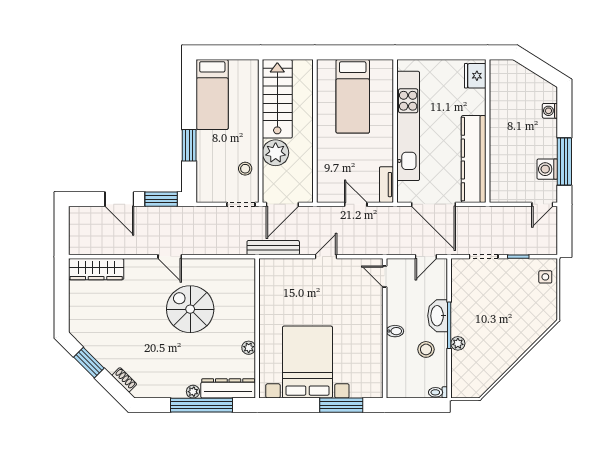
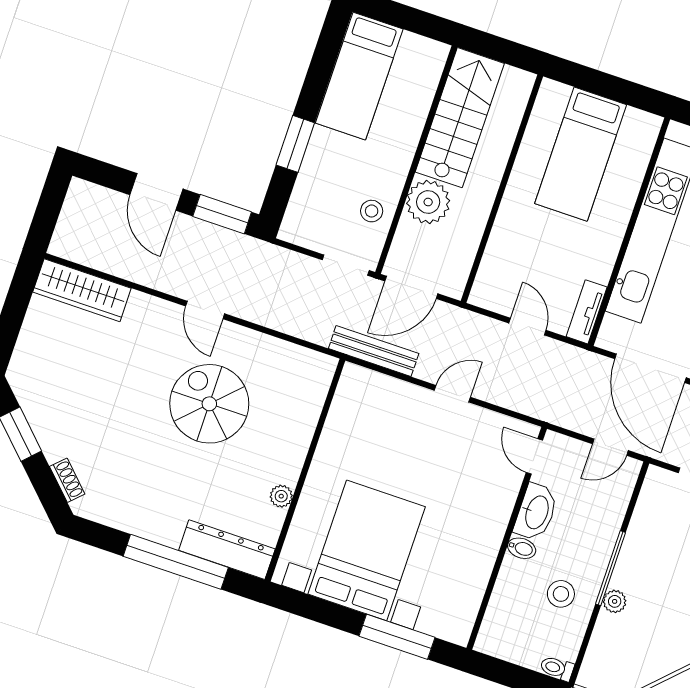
washbasin: (438, 316) -> (536, 512), moved, turned 180
plant: (193, 392) -> (170, 536), removed

